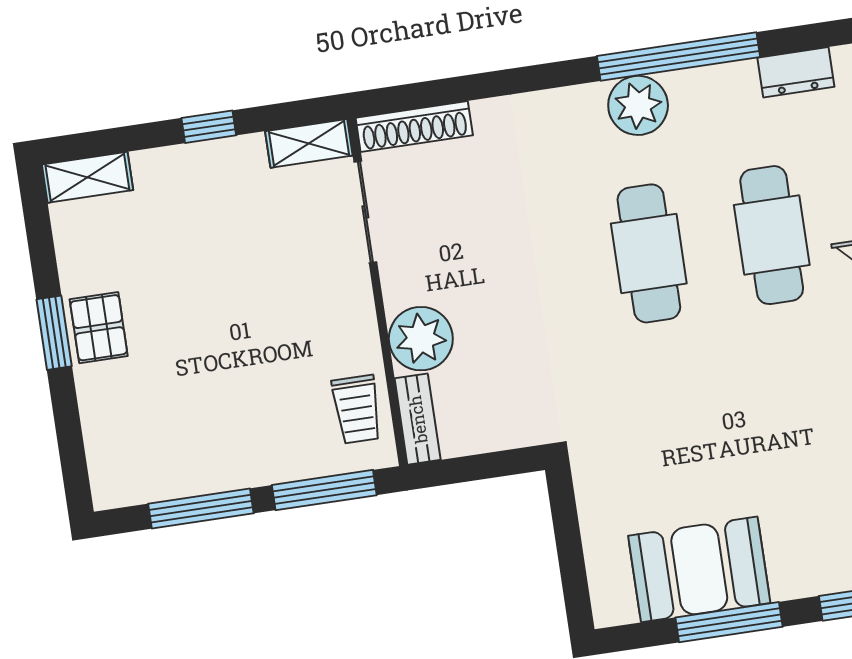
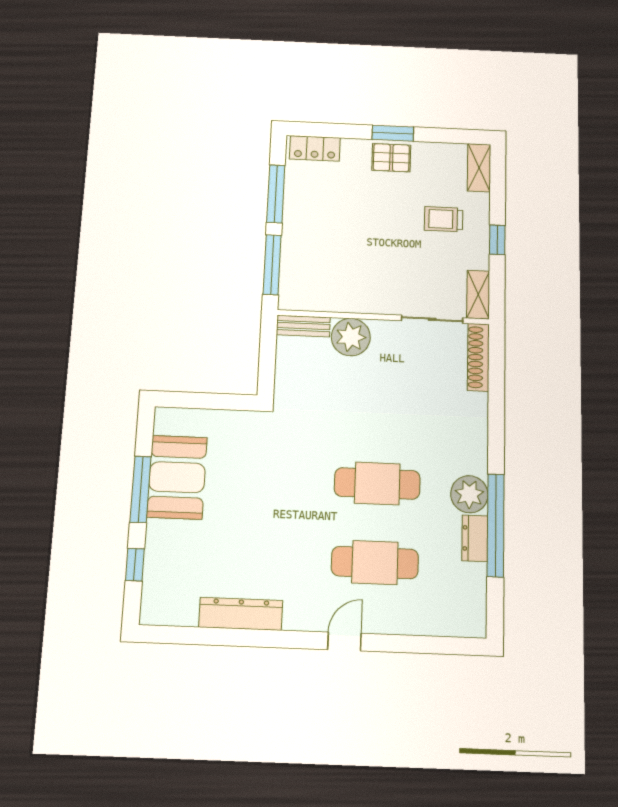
dresser: (796, 72) -> (475, 538), moved
trolley: (357, 409) -> (443, 219), moved
locker: (108, 459) -> (315, 148), added

